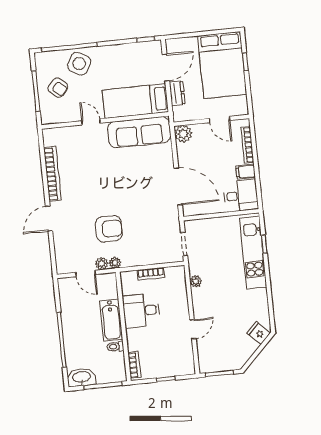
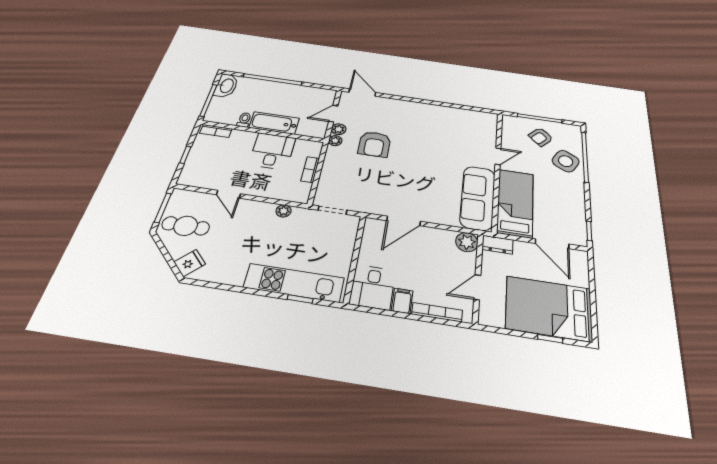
dresser: (177, 93) -> (498, 245), moved
bookcase: (52, 174) -> (448, 111), removed
door: (178, 186) -> (404, 221), width x0.73
door: (49, 219) -> (362, 92), moved
cafe table: (230, 349) -> (186, 226), added

